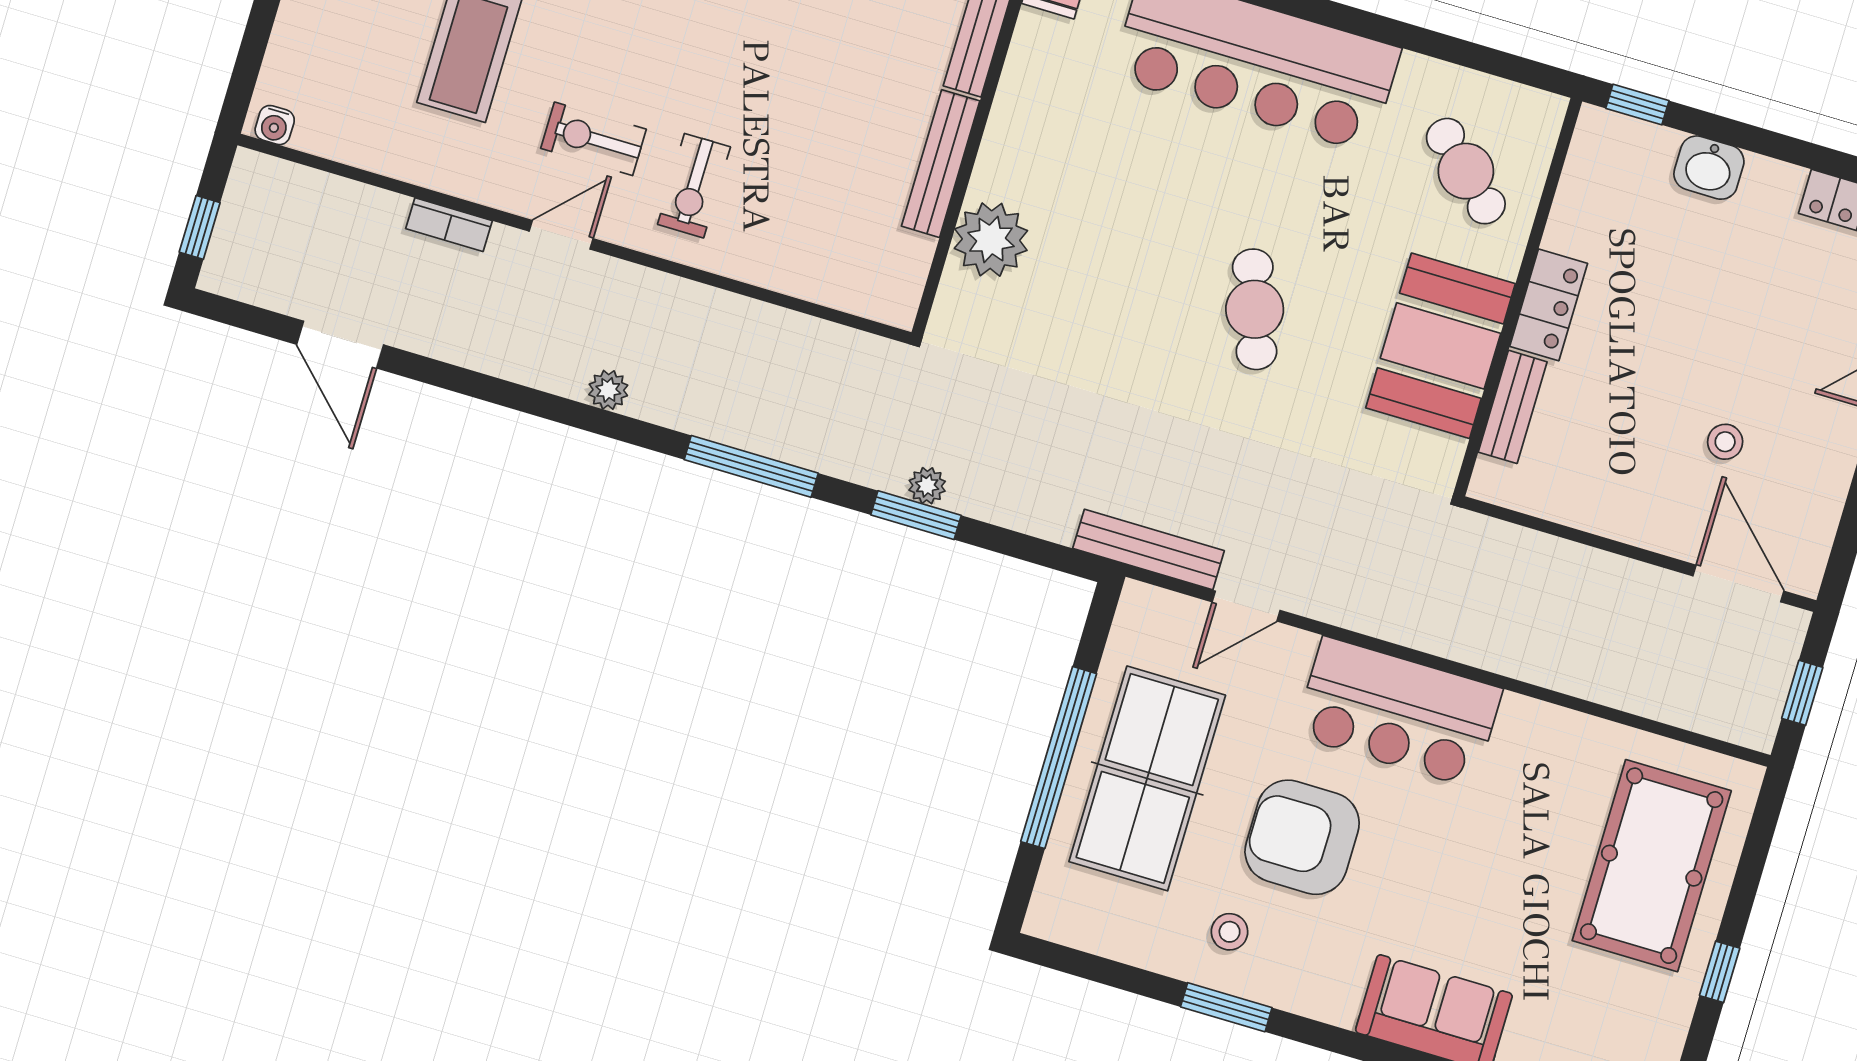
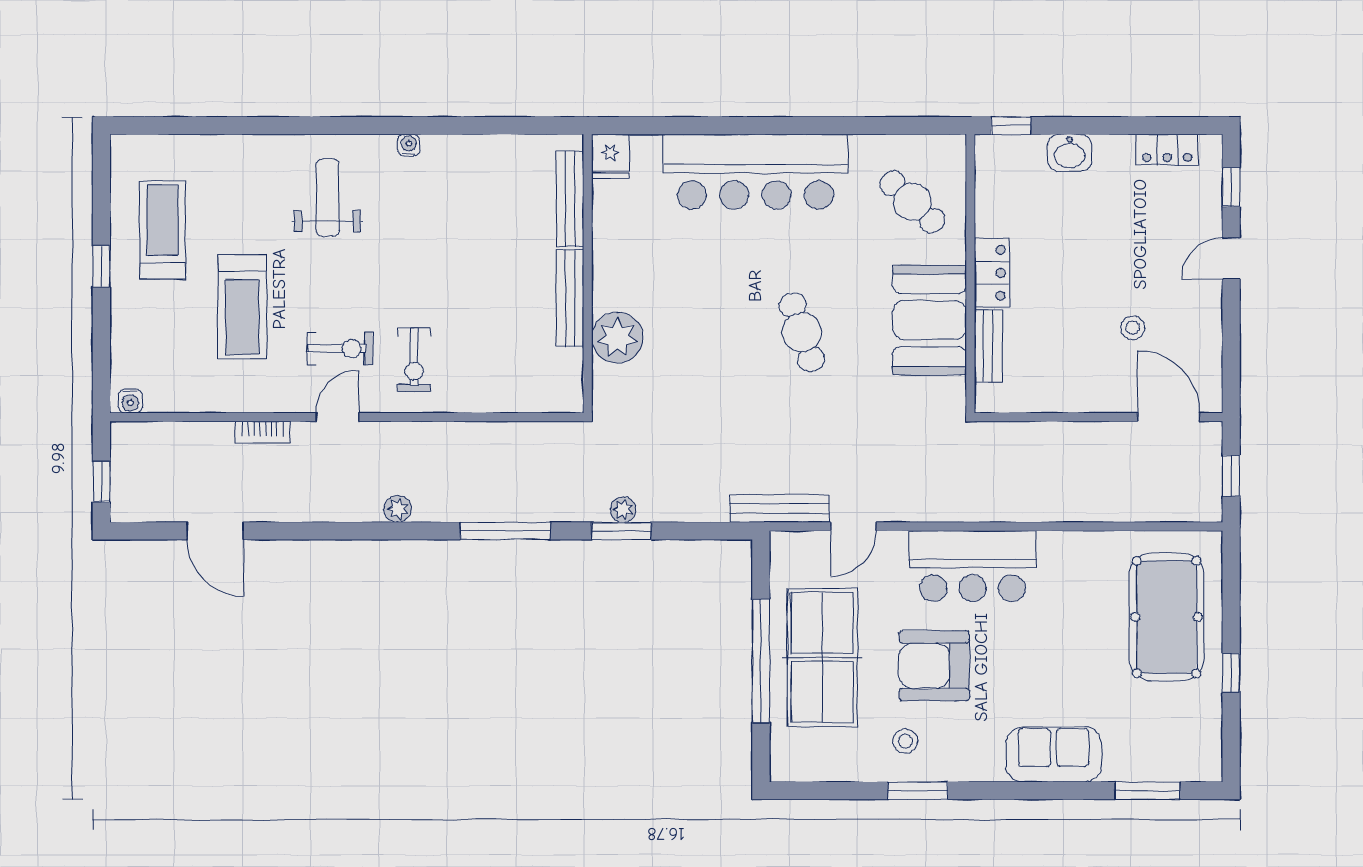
exercise bike: (594, 139) -> (340, 349), turned 180

